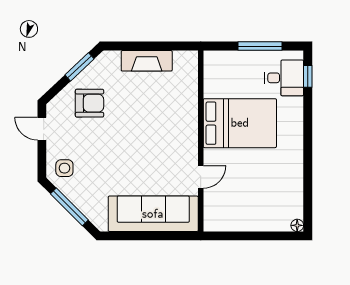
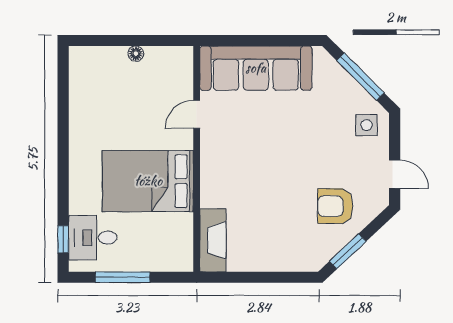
fireplace: (147, 61) -> (213, 240), moved, turned 90
floor lamp: (297, 225) -> (136, 54), moved

